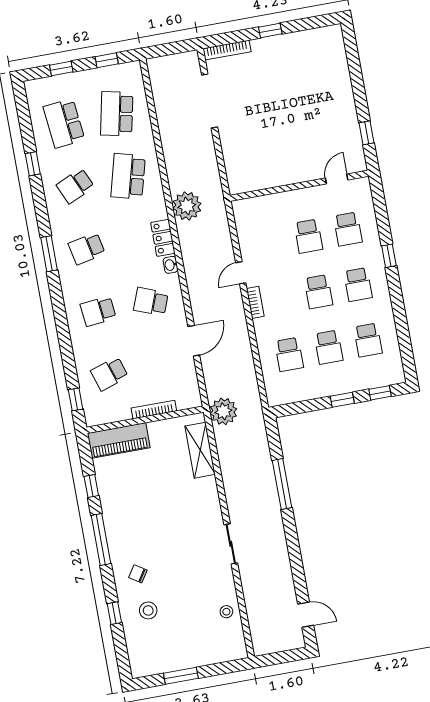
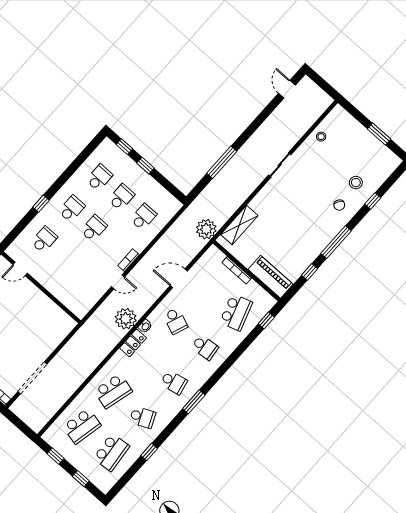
plant: (187, 206) -> (126, 319), moved
school desk: (308, 236) -> (66, 259), removed
school desk: (109, 374) -> (236, 312), width x1.85

